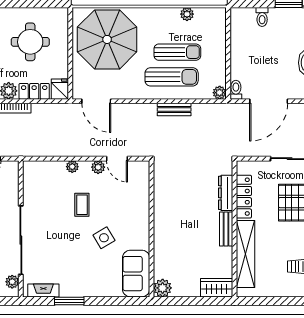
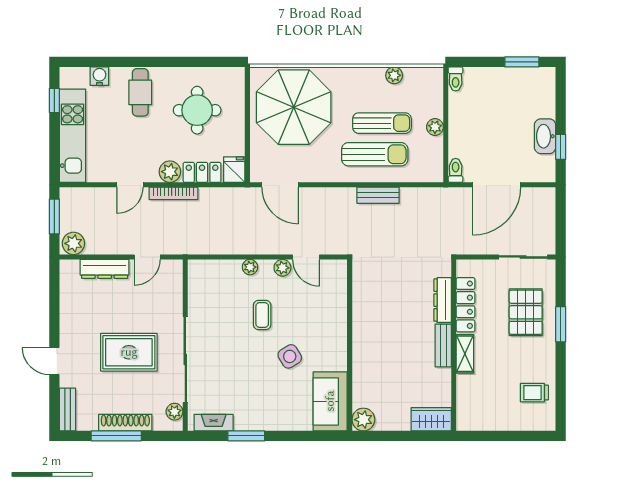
toilet: (262, 17) -> (456, 79), moved
plant: (220, 93) -> (435, 127), moved
shelving: (246, 254) -> (465, 354), width x0.45, depth x0.75

